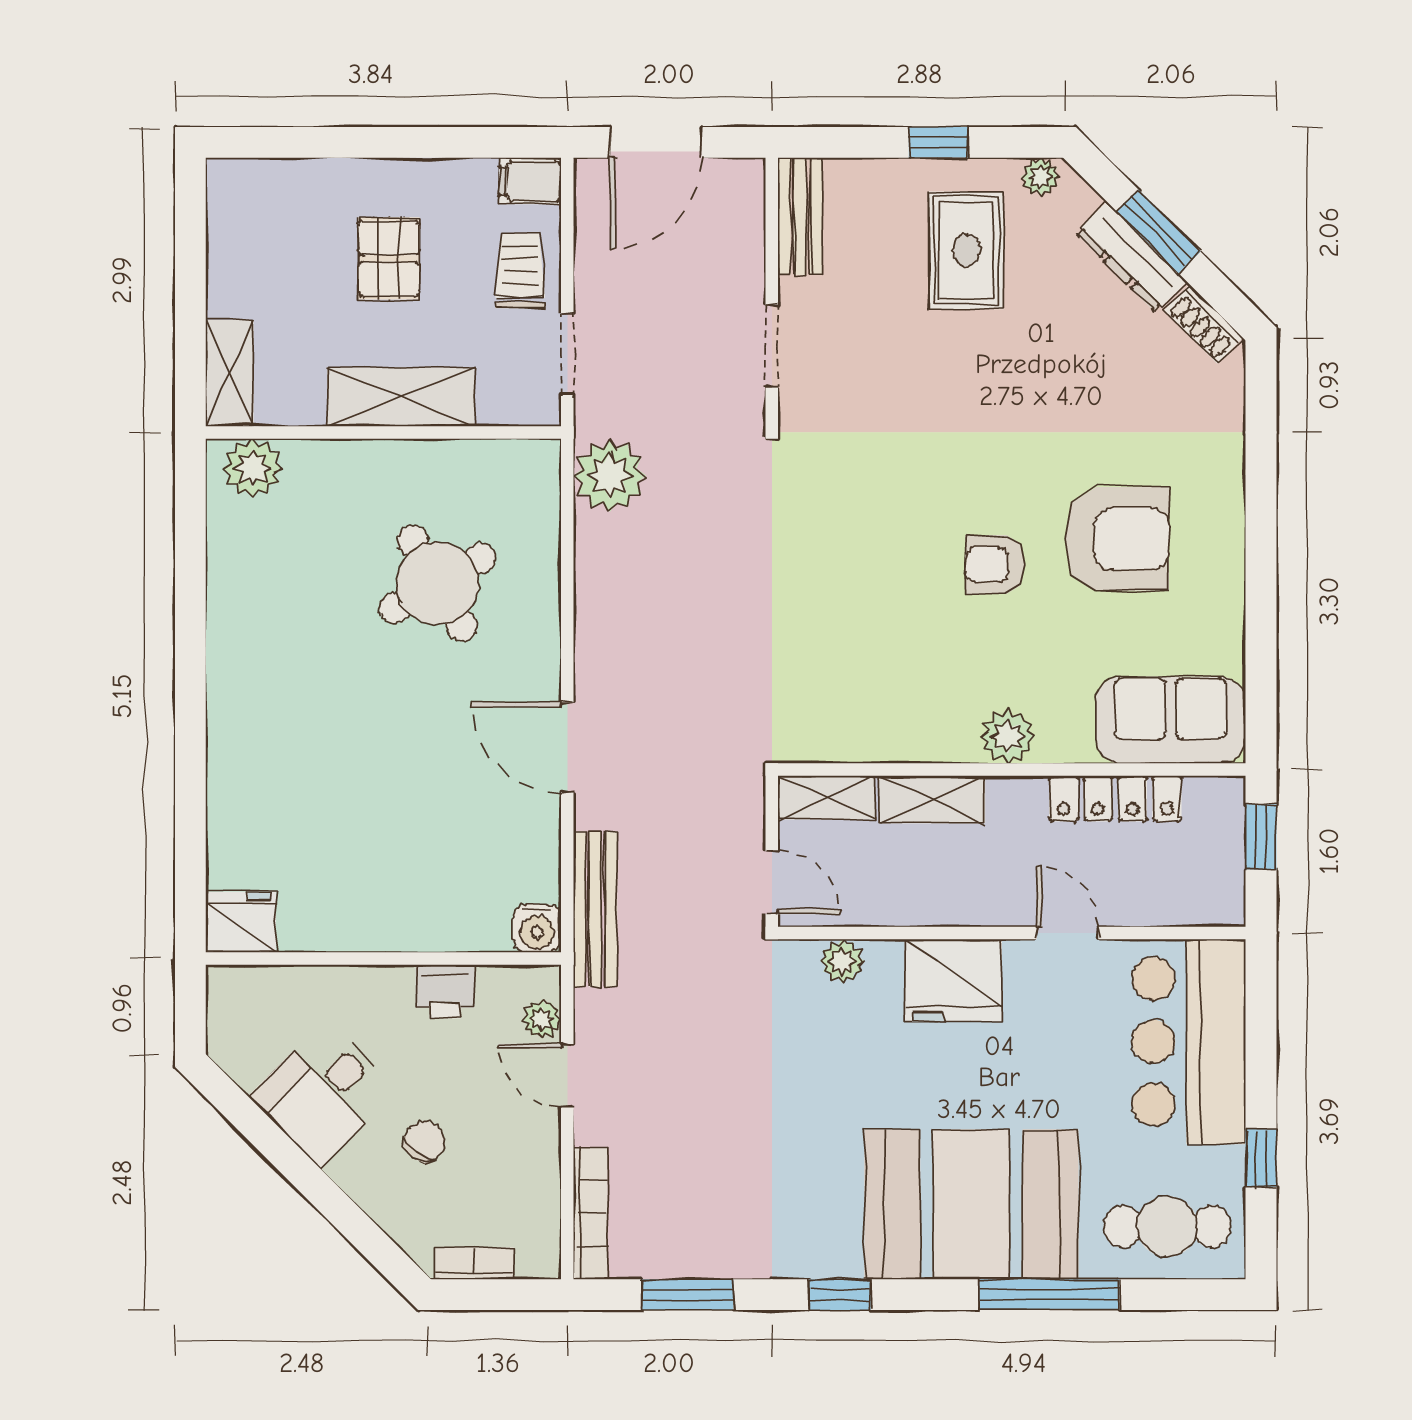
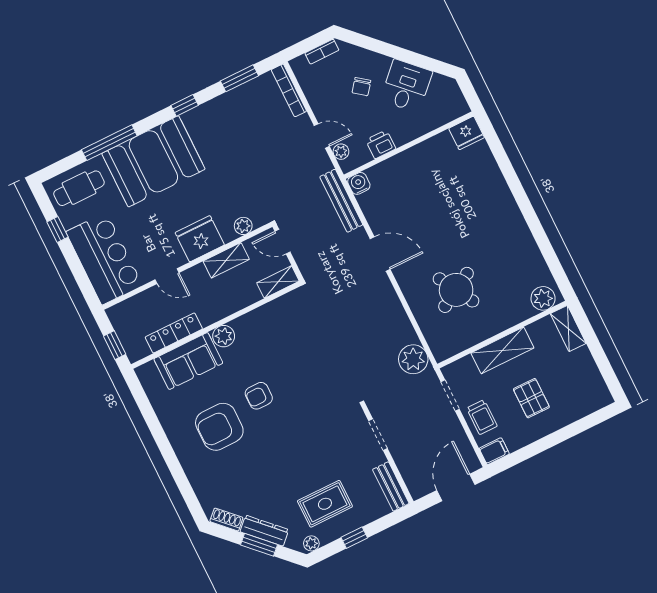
rug: (966, 250) -> (325, 504), turned 90
armchair: (995, 565) -> (259, 396), turned 180
sofa: (1170, 720) -> (188, 361), moved
shelving: (932, 800) -> (226, 260), moved

